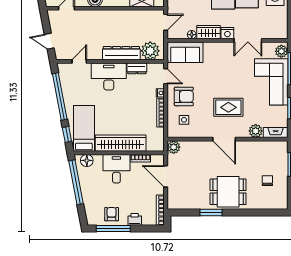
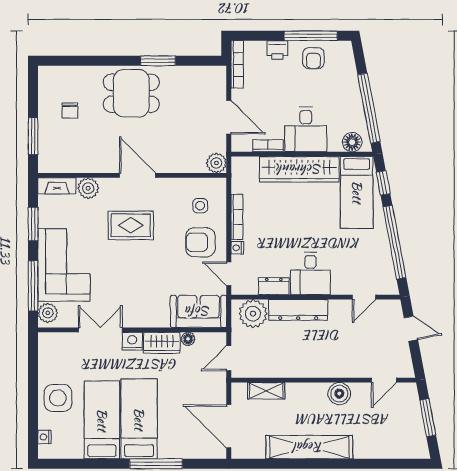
desk: (109, 76) -> (310, 273), width x0.73

